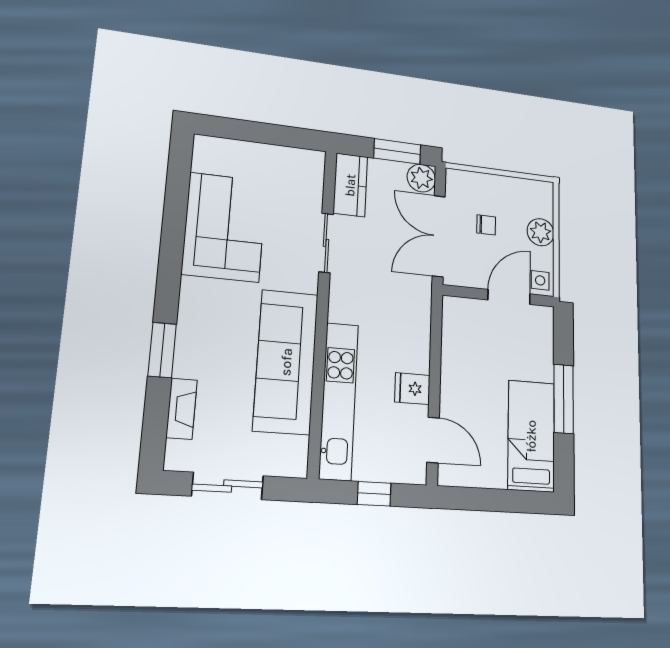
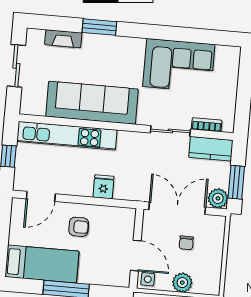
bookcase: (315, 189) -> (207, 125), added
armchair: (474, 381) -> (79, 227), added
fridge: (412, 389) -> (103, 187), moved

